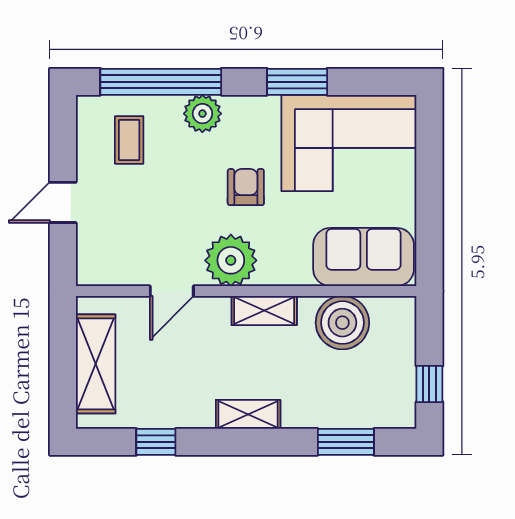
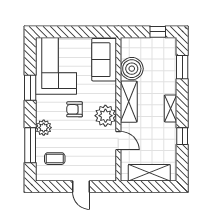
window: (161, 82) -> (30, 145), width x0.68
shelving: (264, 311) -> (129, 102), width x1.50, depth x1.33
window: (156, 442) -> (182, 136), moved

